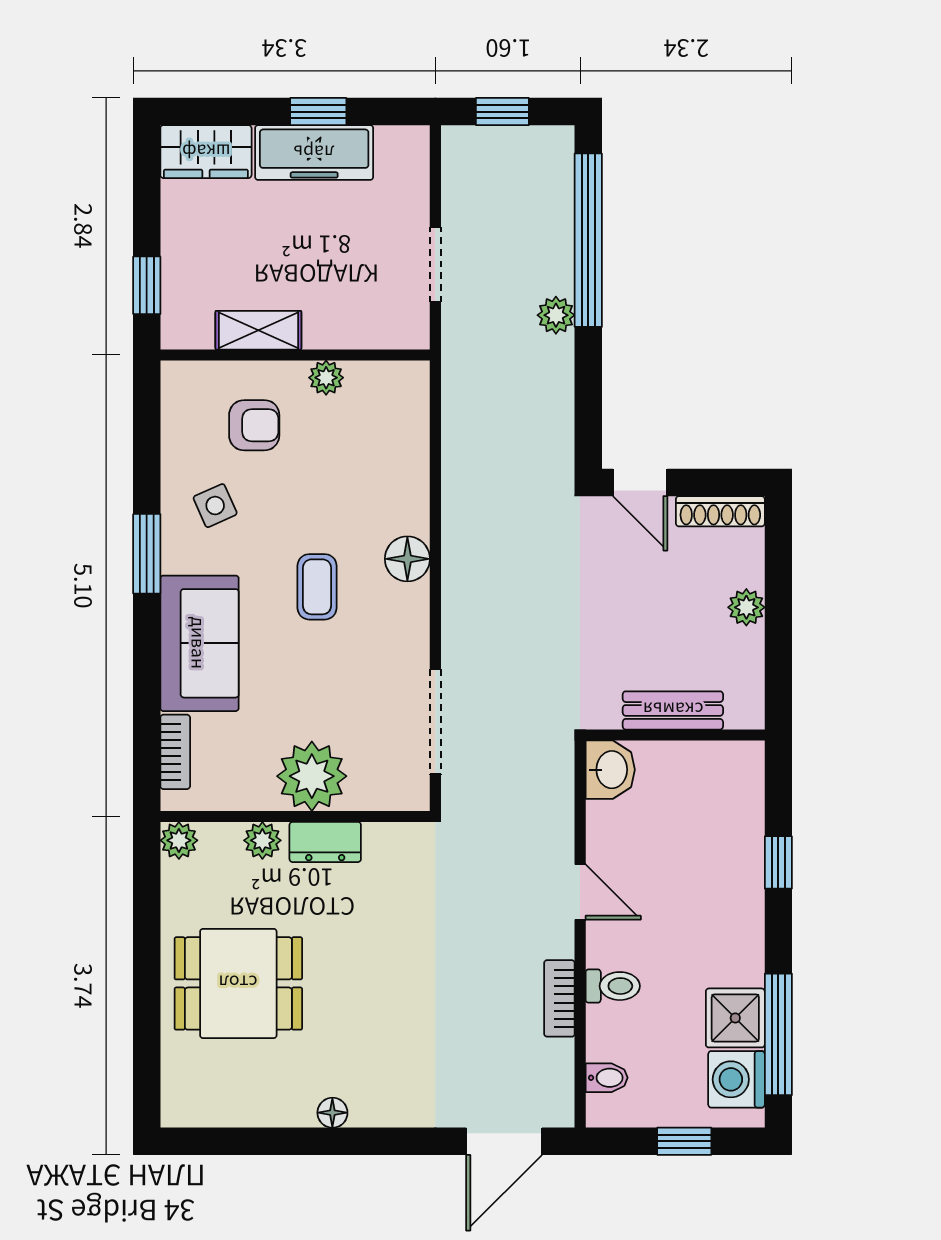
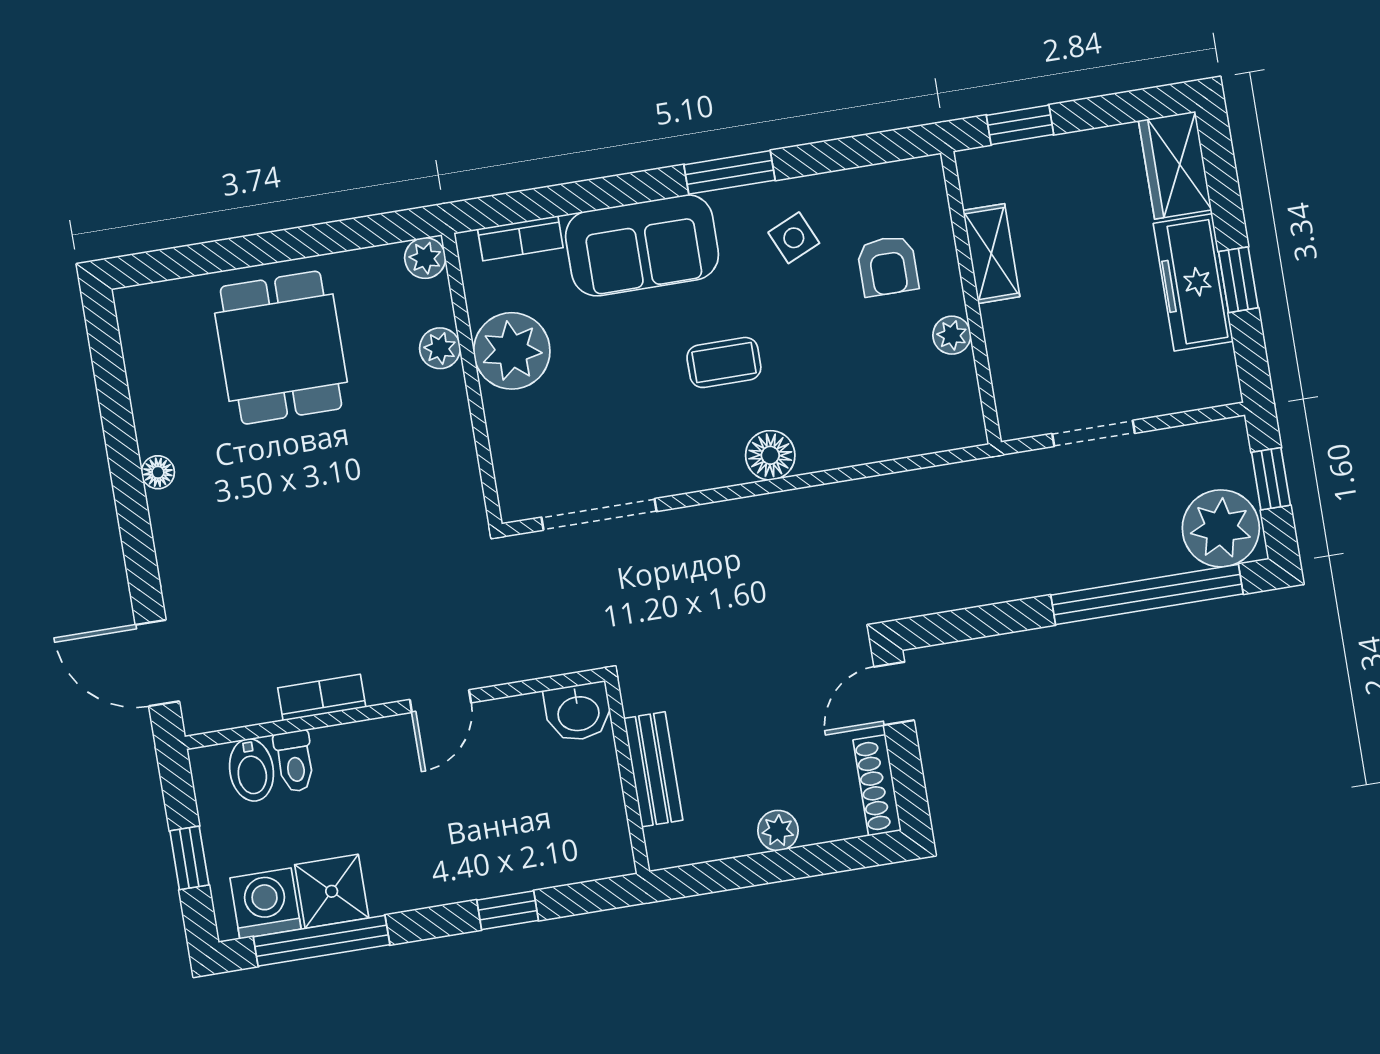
plant: (556, 315) -> (1221, 528), moved, width x1.87, depth x1.87
plant: (312, 776) -> (512, 351), moved
dresser: (325, 842) -> (449, 416), removed
toilet: (613, 986) -> (295, 761), moved
bidet: (607, 1078) -> (252, 770), width x1.38, depth x1.36

